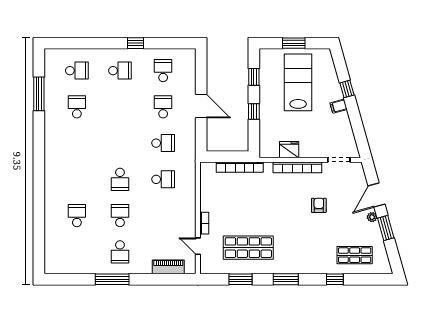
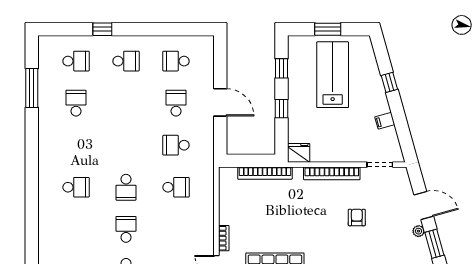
window: (135, 43) -> (102, 29), moved
school desk: (163, 71) -> (176, 61), turned -90
filing cabinet: (339, 106) -> (385, 121), moved
school desk: (163, 143) -> (176, 145), turned 180
fridge: (289, 150) -> (299, 153), moved
door: (377, 195) -> (424, 205), swing flipped
school desk: (77, 216) -> (76, 187), moved, turned 90

